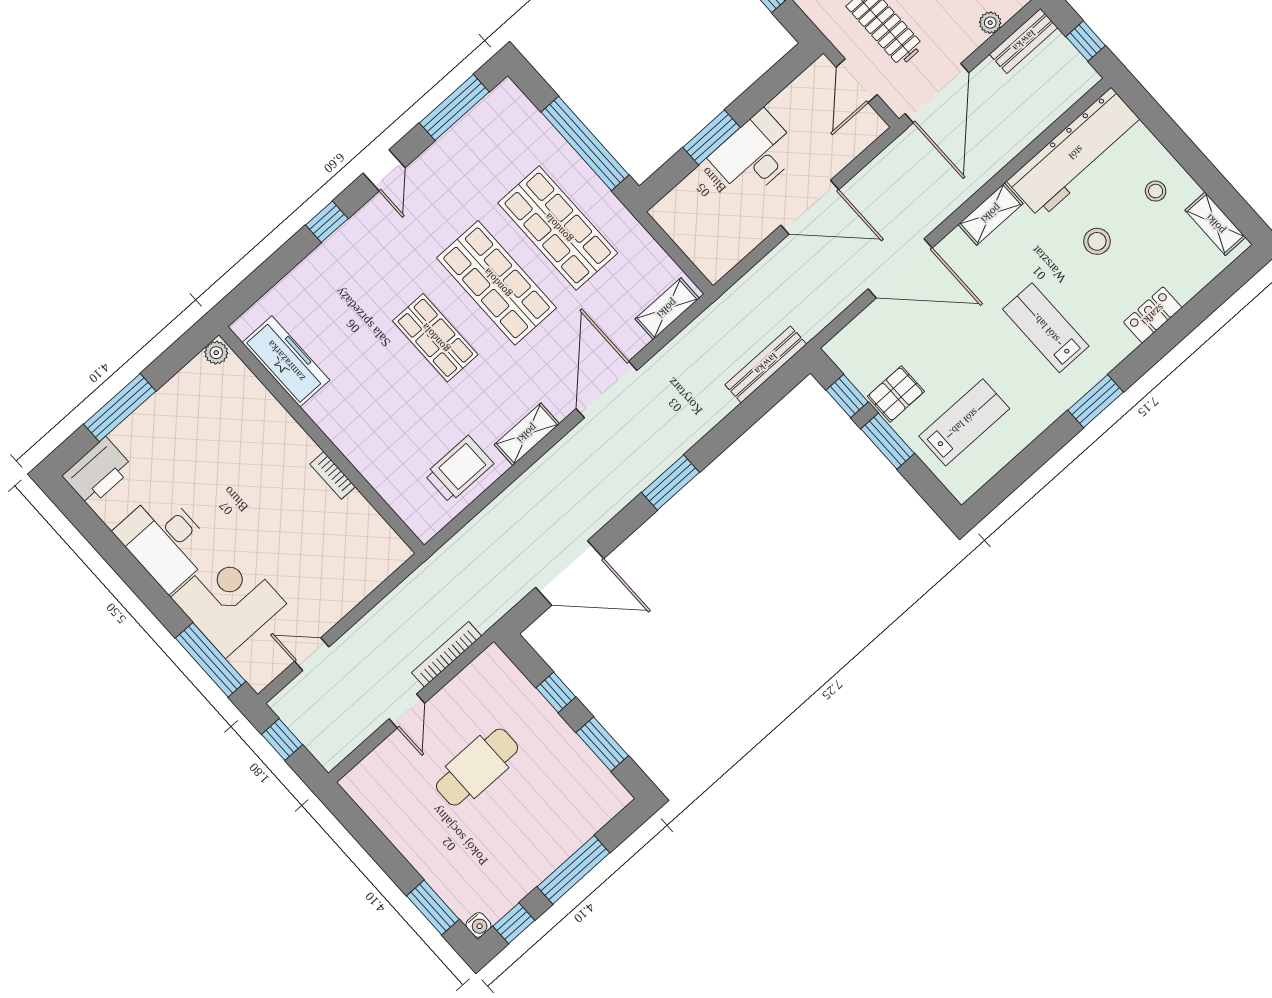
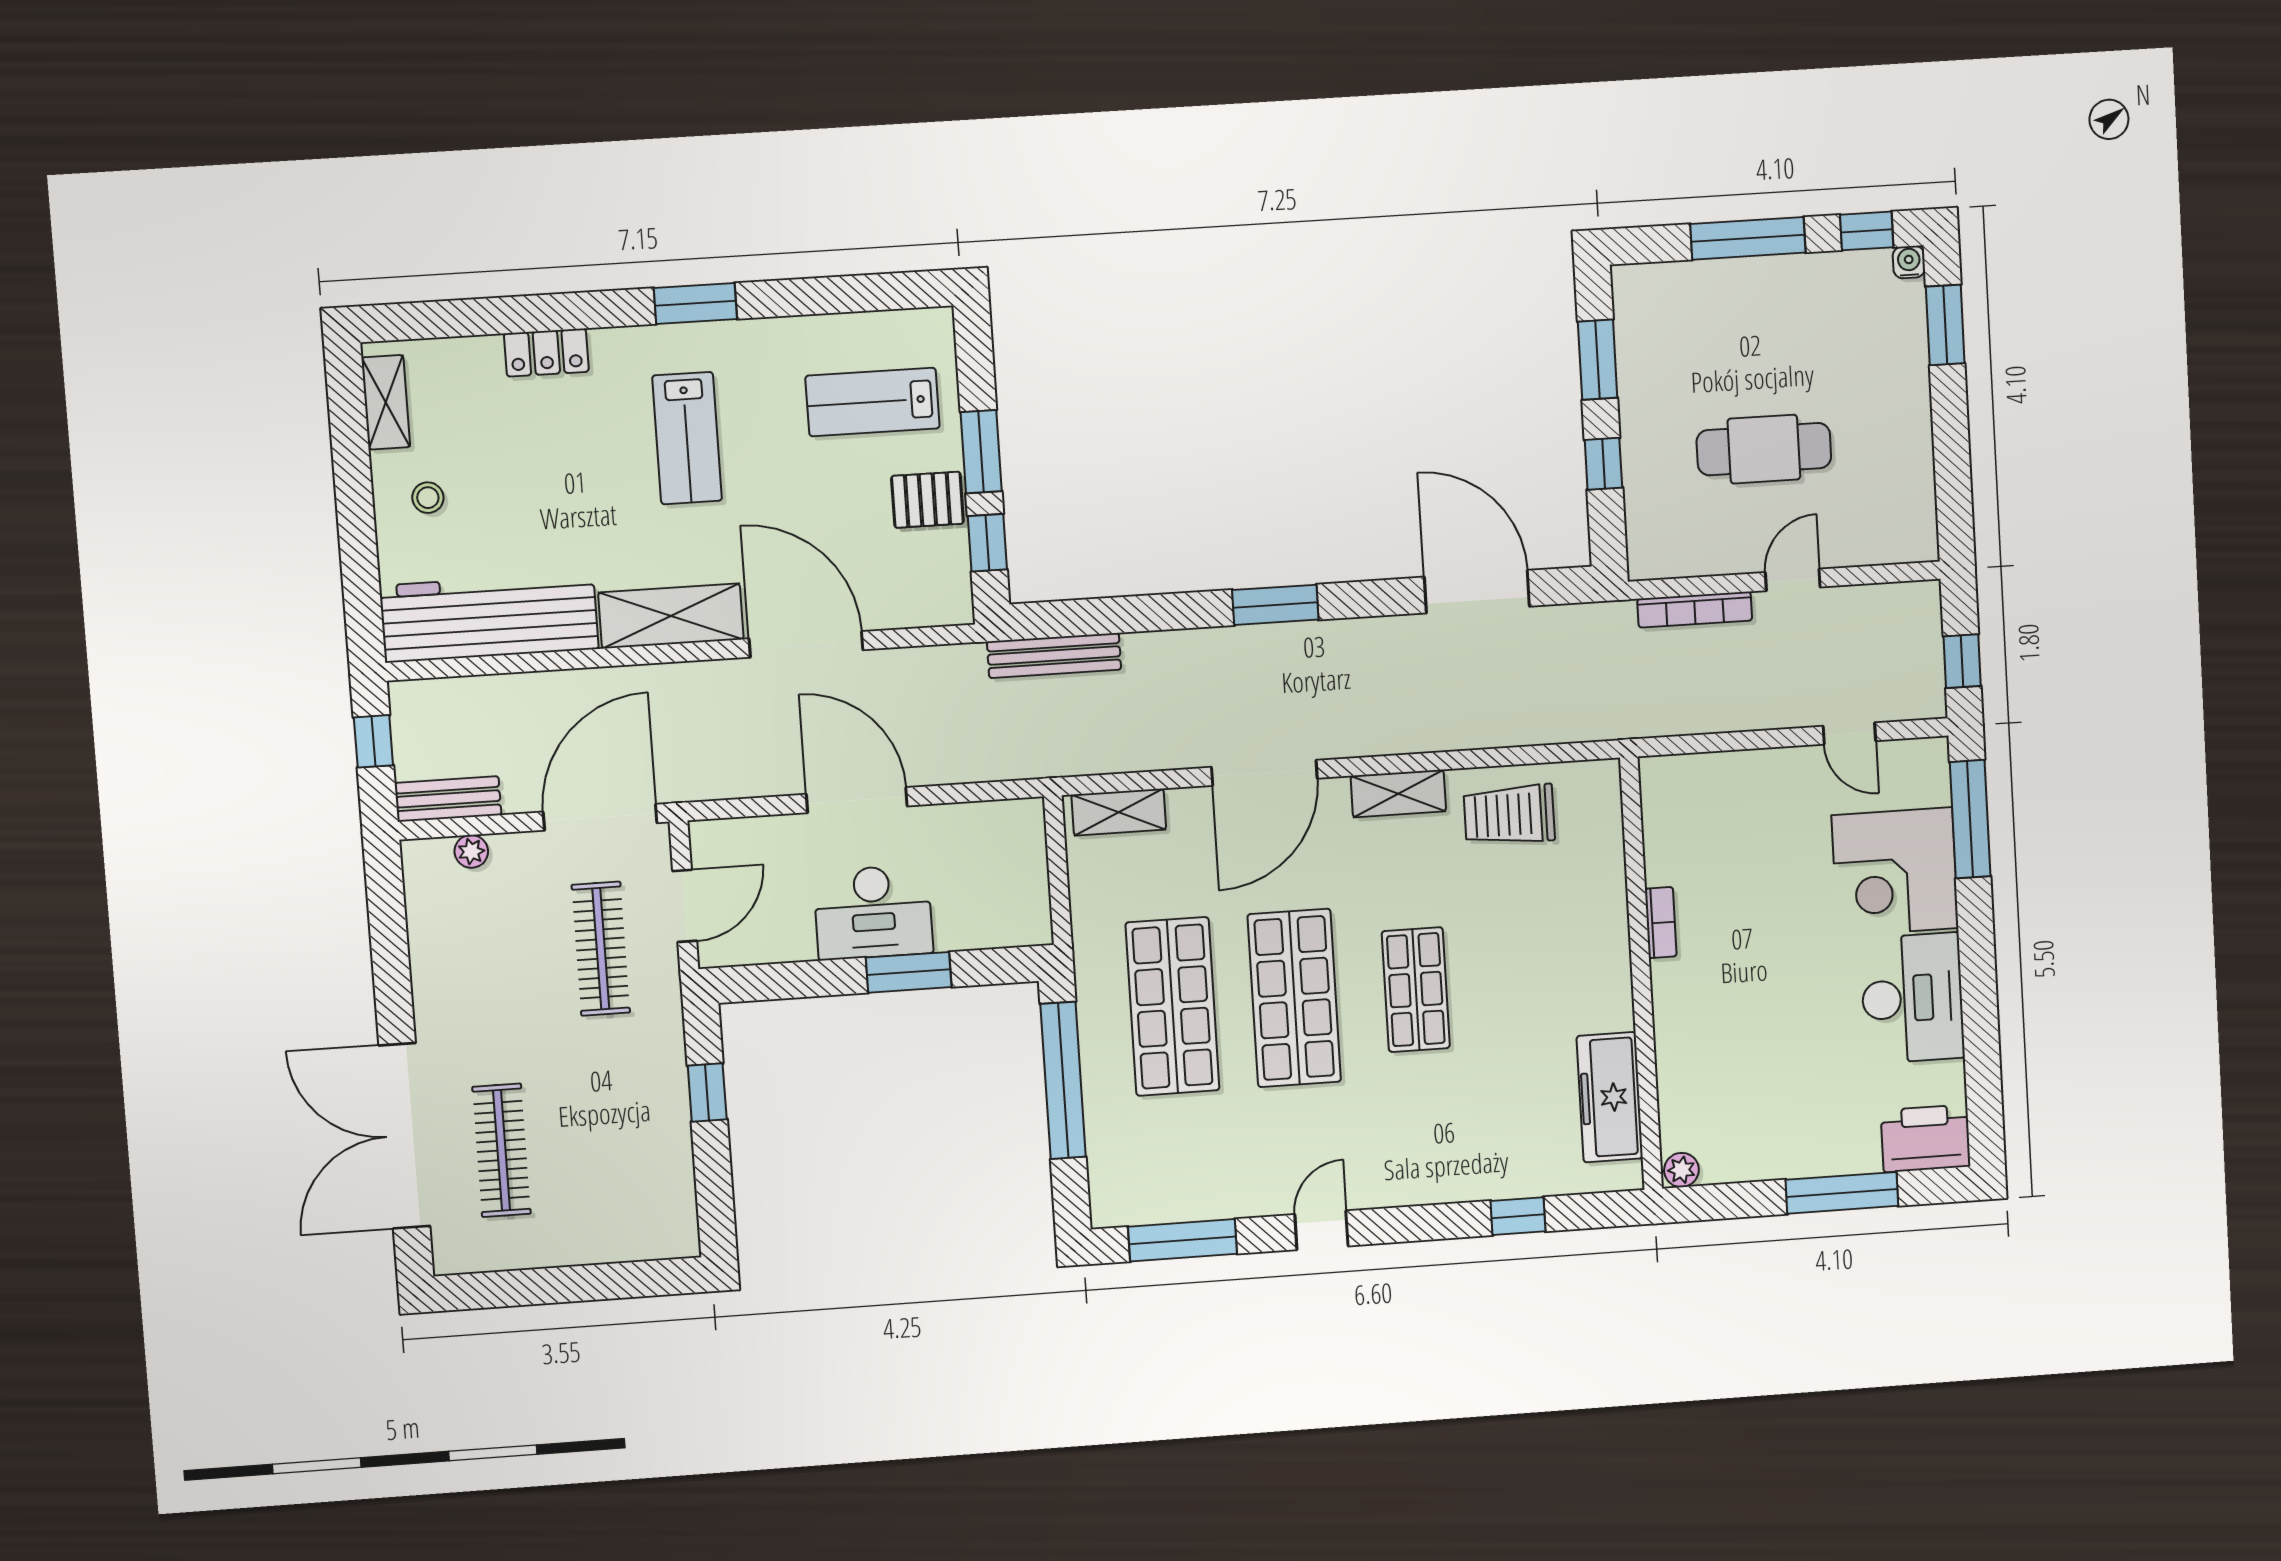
shelving: (991, 214) -> (671, 616), width x1.50, depth x1.33
window: (327, 222) -> (1518, 1216), moved
stool: (1097, 241) -> (545, 493), removed

